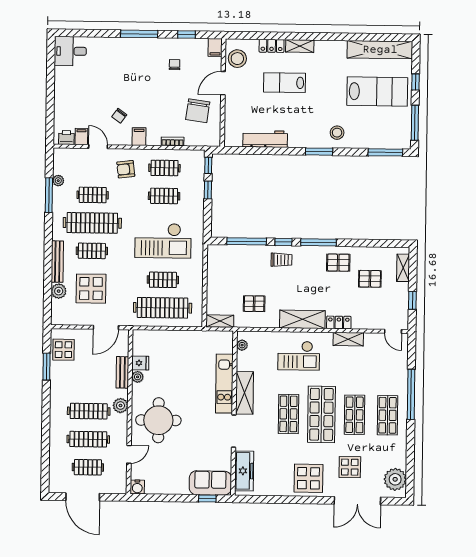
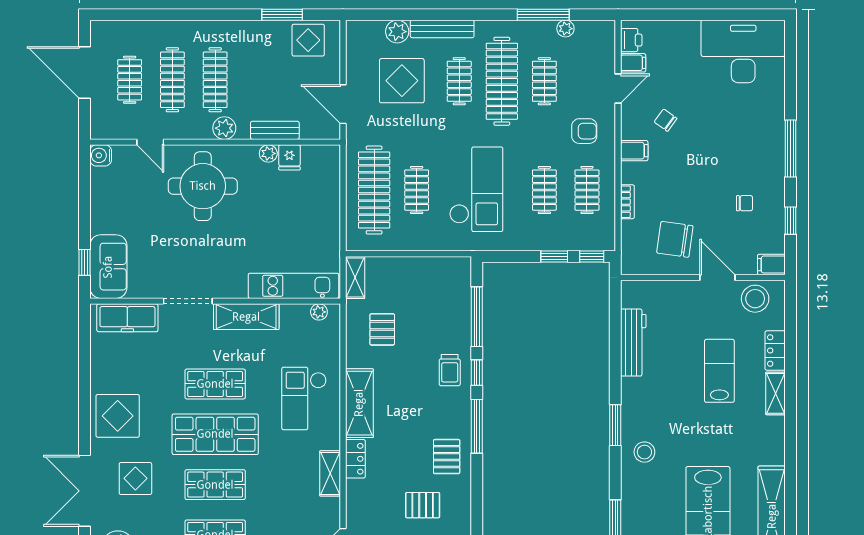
desk: (70, 51) -> (743, 51), width x1.87, depth x1.30
armchair: (126, 169) -> (584, 131), turned 97
checkout: (163, 241) -> (476, 189), turned 180
pallet: (370, 279) -> (423, 505), turned 90
kitchen unit: (224, 384) -> (293, 286), moved
door: (83, 497) -> (85, 72), hinge flipped

